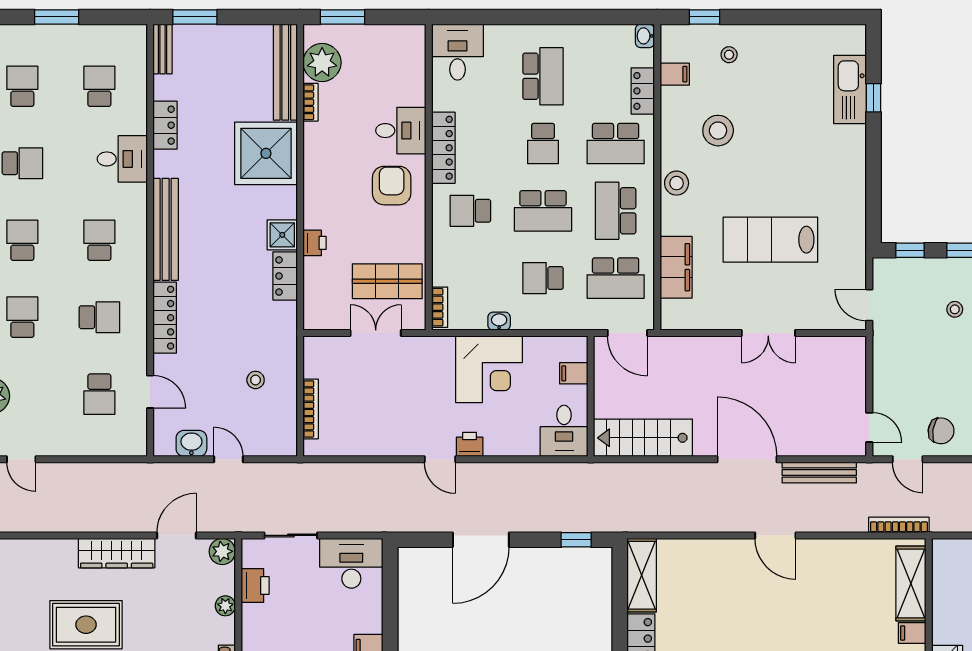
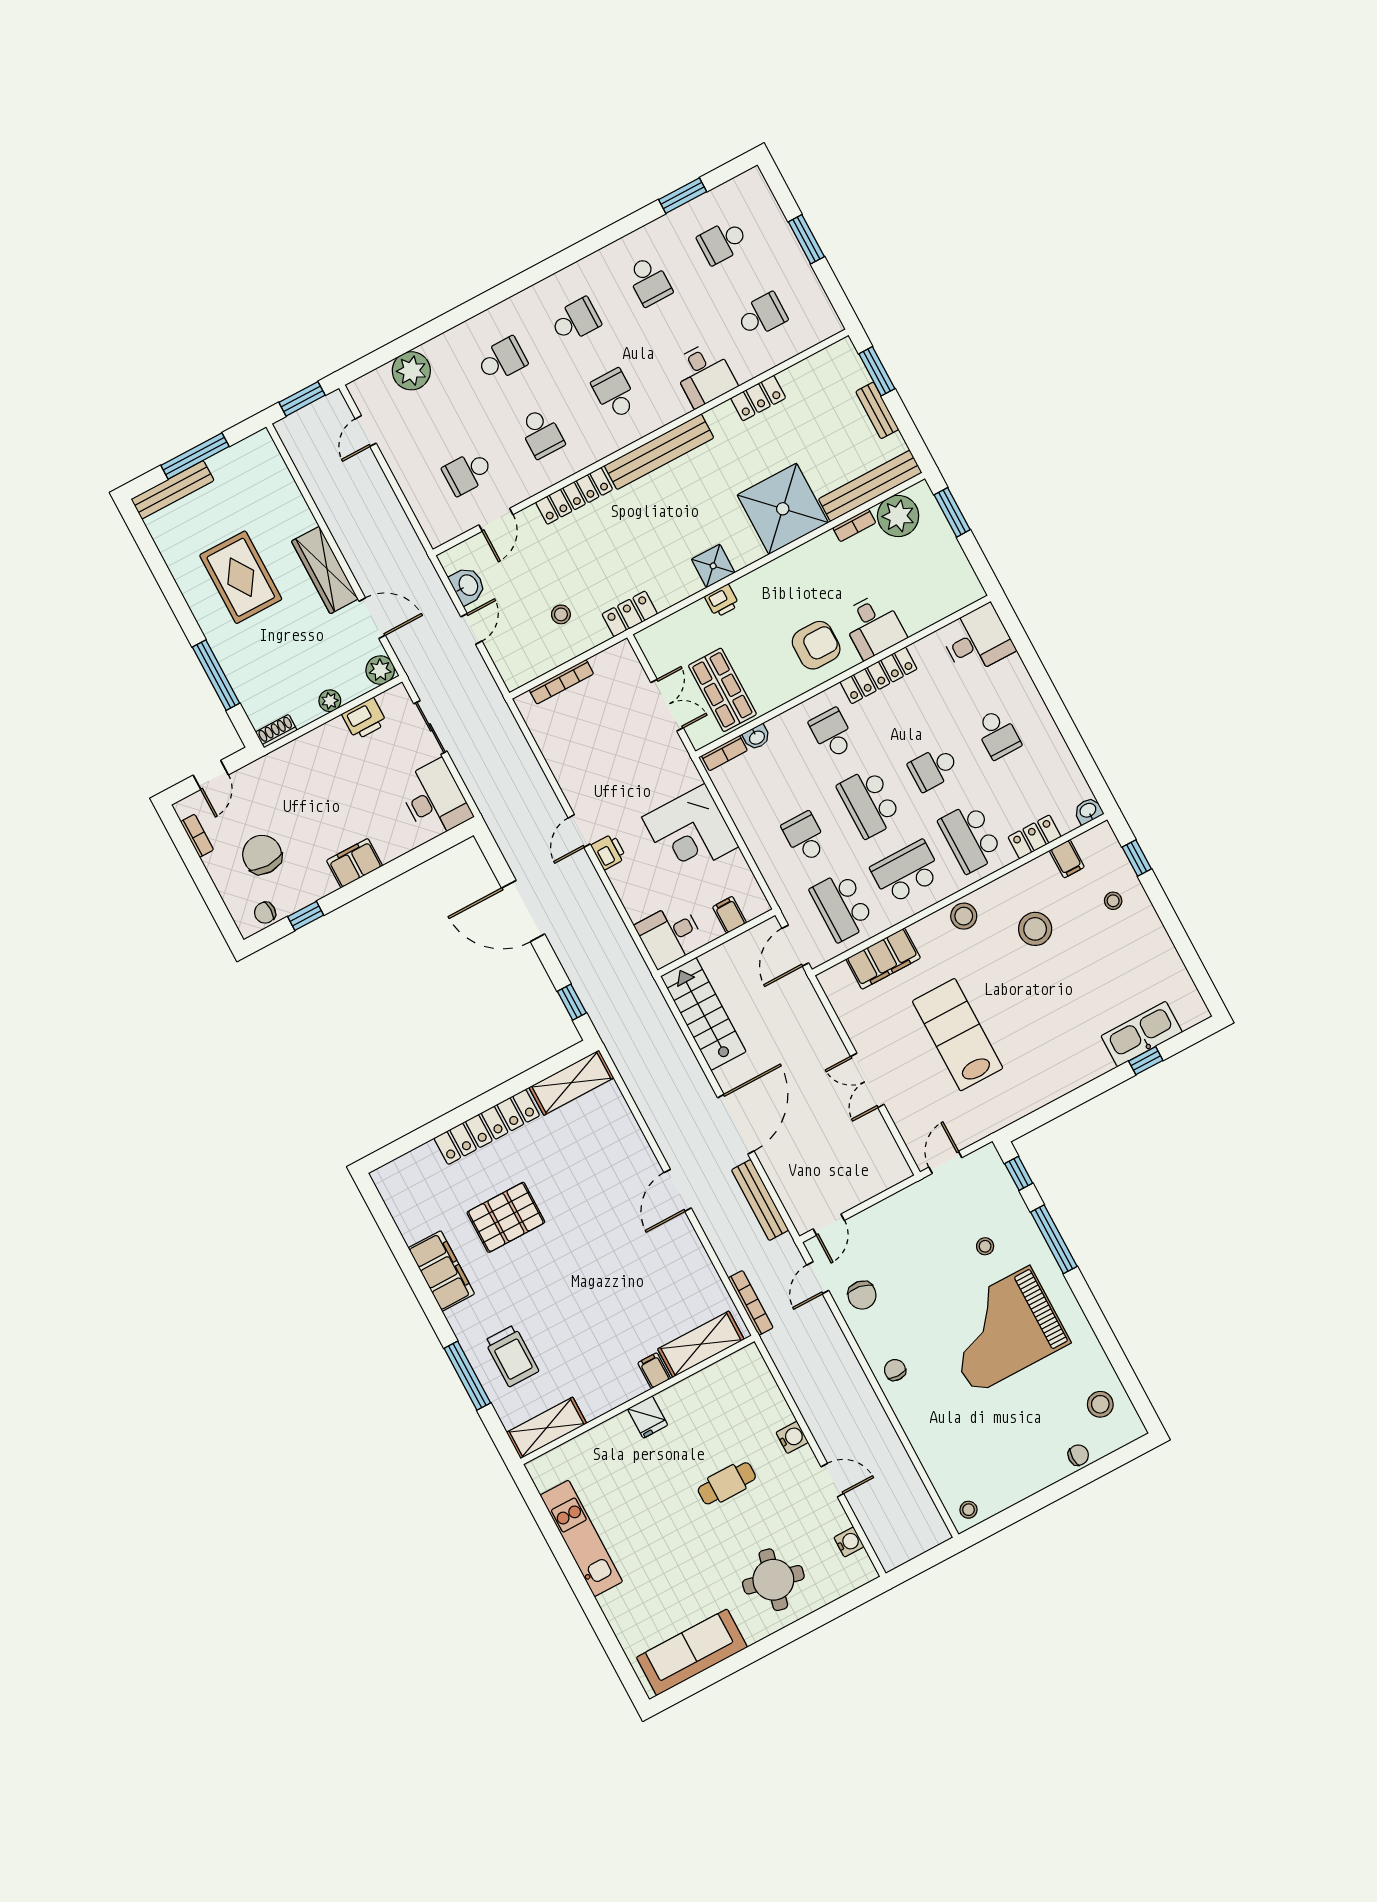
bench: (163, 49) -> (877, 410), moved, turned 90
school desk: (543, 76) -> (998, 734), width x0.54
school desk: (22, 86) -> (723, 242), turned 180
school desk: (99, 240) -> (615, 394), turned -90
locker: (285, 276) -> (630, 614), moved
washbasin: (499, 321) -> (757, 737), moved, turned 90

